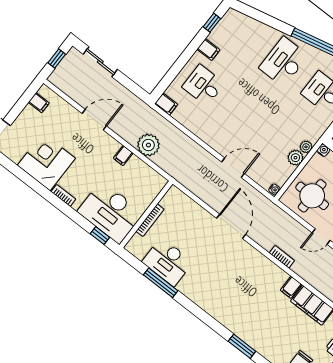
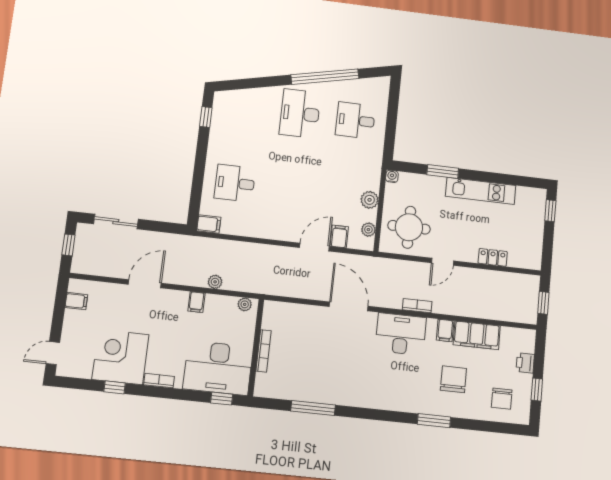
filing cabinet: (208, 50) -> (339, 236), moved, turned -90
plant: (148, 145) -> (215, 282), width x0.53, depth x0.53
plant: (306, 147) -> (368, 230), moved
plant: (157, 178) -> (245, 304), added
window: (30, 181) -> (115, 387), added
water cooler: (274, 190) -> (369, 244), removed
desk: (167, 262) -> (401, 334), moved, turned 180
chair: (275, 326) -> (453, 379), added

